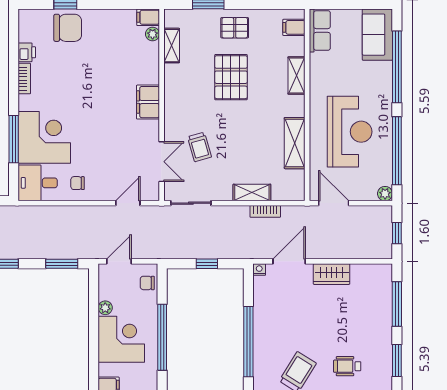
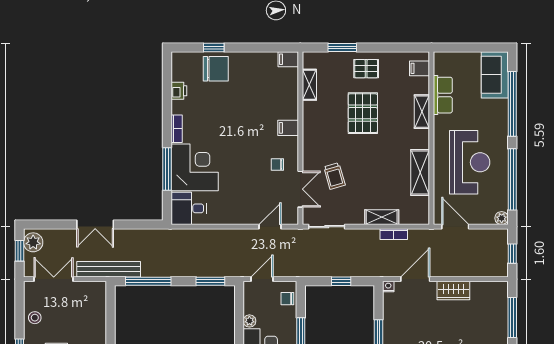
row of seats: (320, 30) -> (443, 95), moved
plant: (153, 34) -> (292, 74), removed
bookcase: (24, 79) -> (177, 129), moved
filing cabinet: (148, 102) -> (288, 128), width x0.50
chair: (78, 183) -> (277, 165), moved

